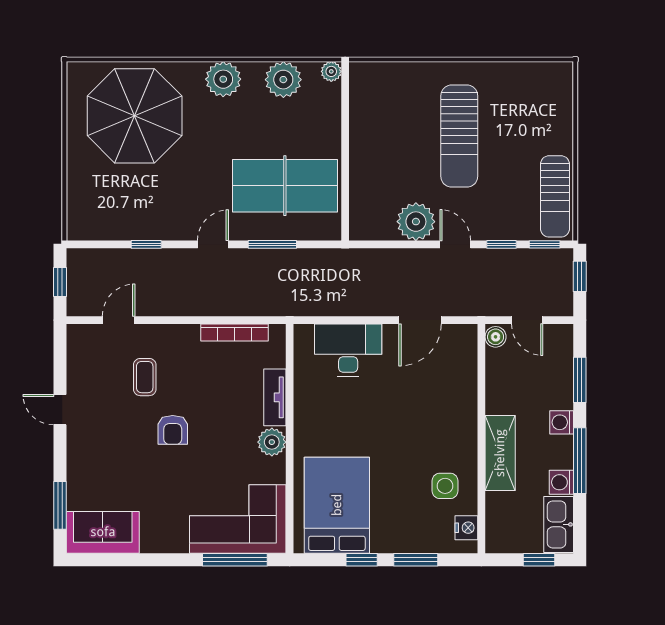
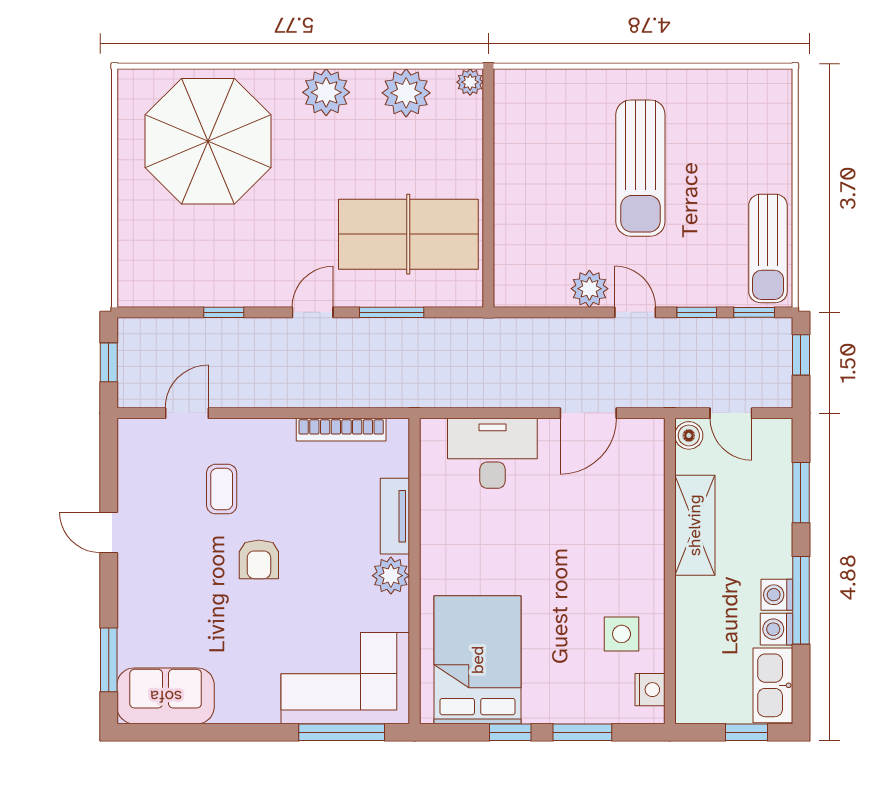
plant: (416, 222) -> (589, 289), width x0.73, depth x0.73
washing machine: (562, 422) -> (777, 595), moved
shelving: (500, 453) -> (695, 525), moved

